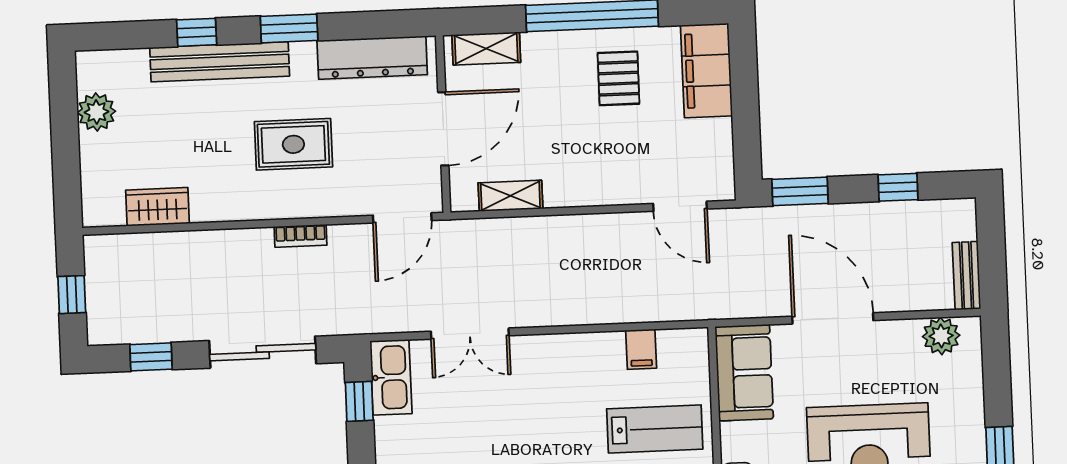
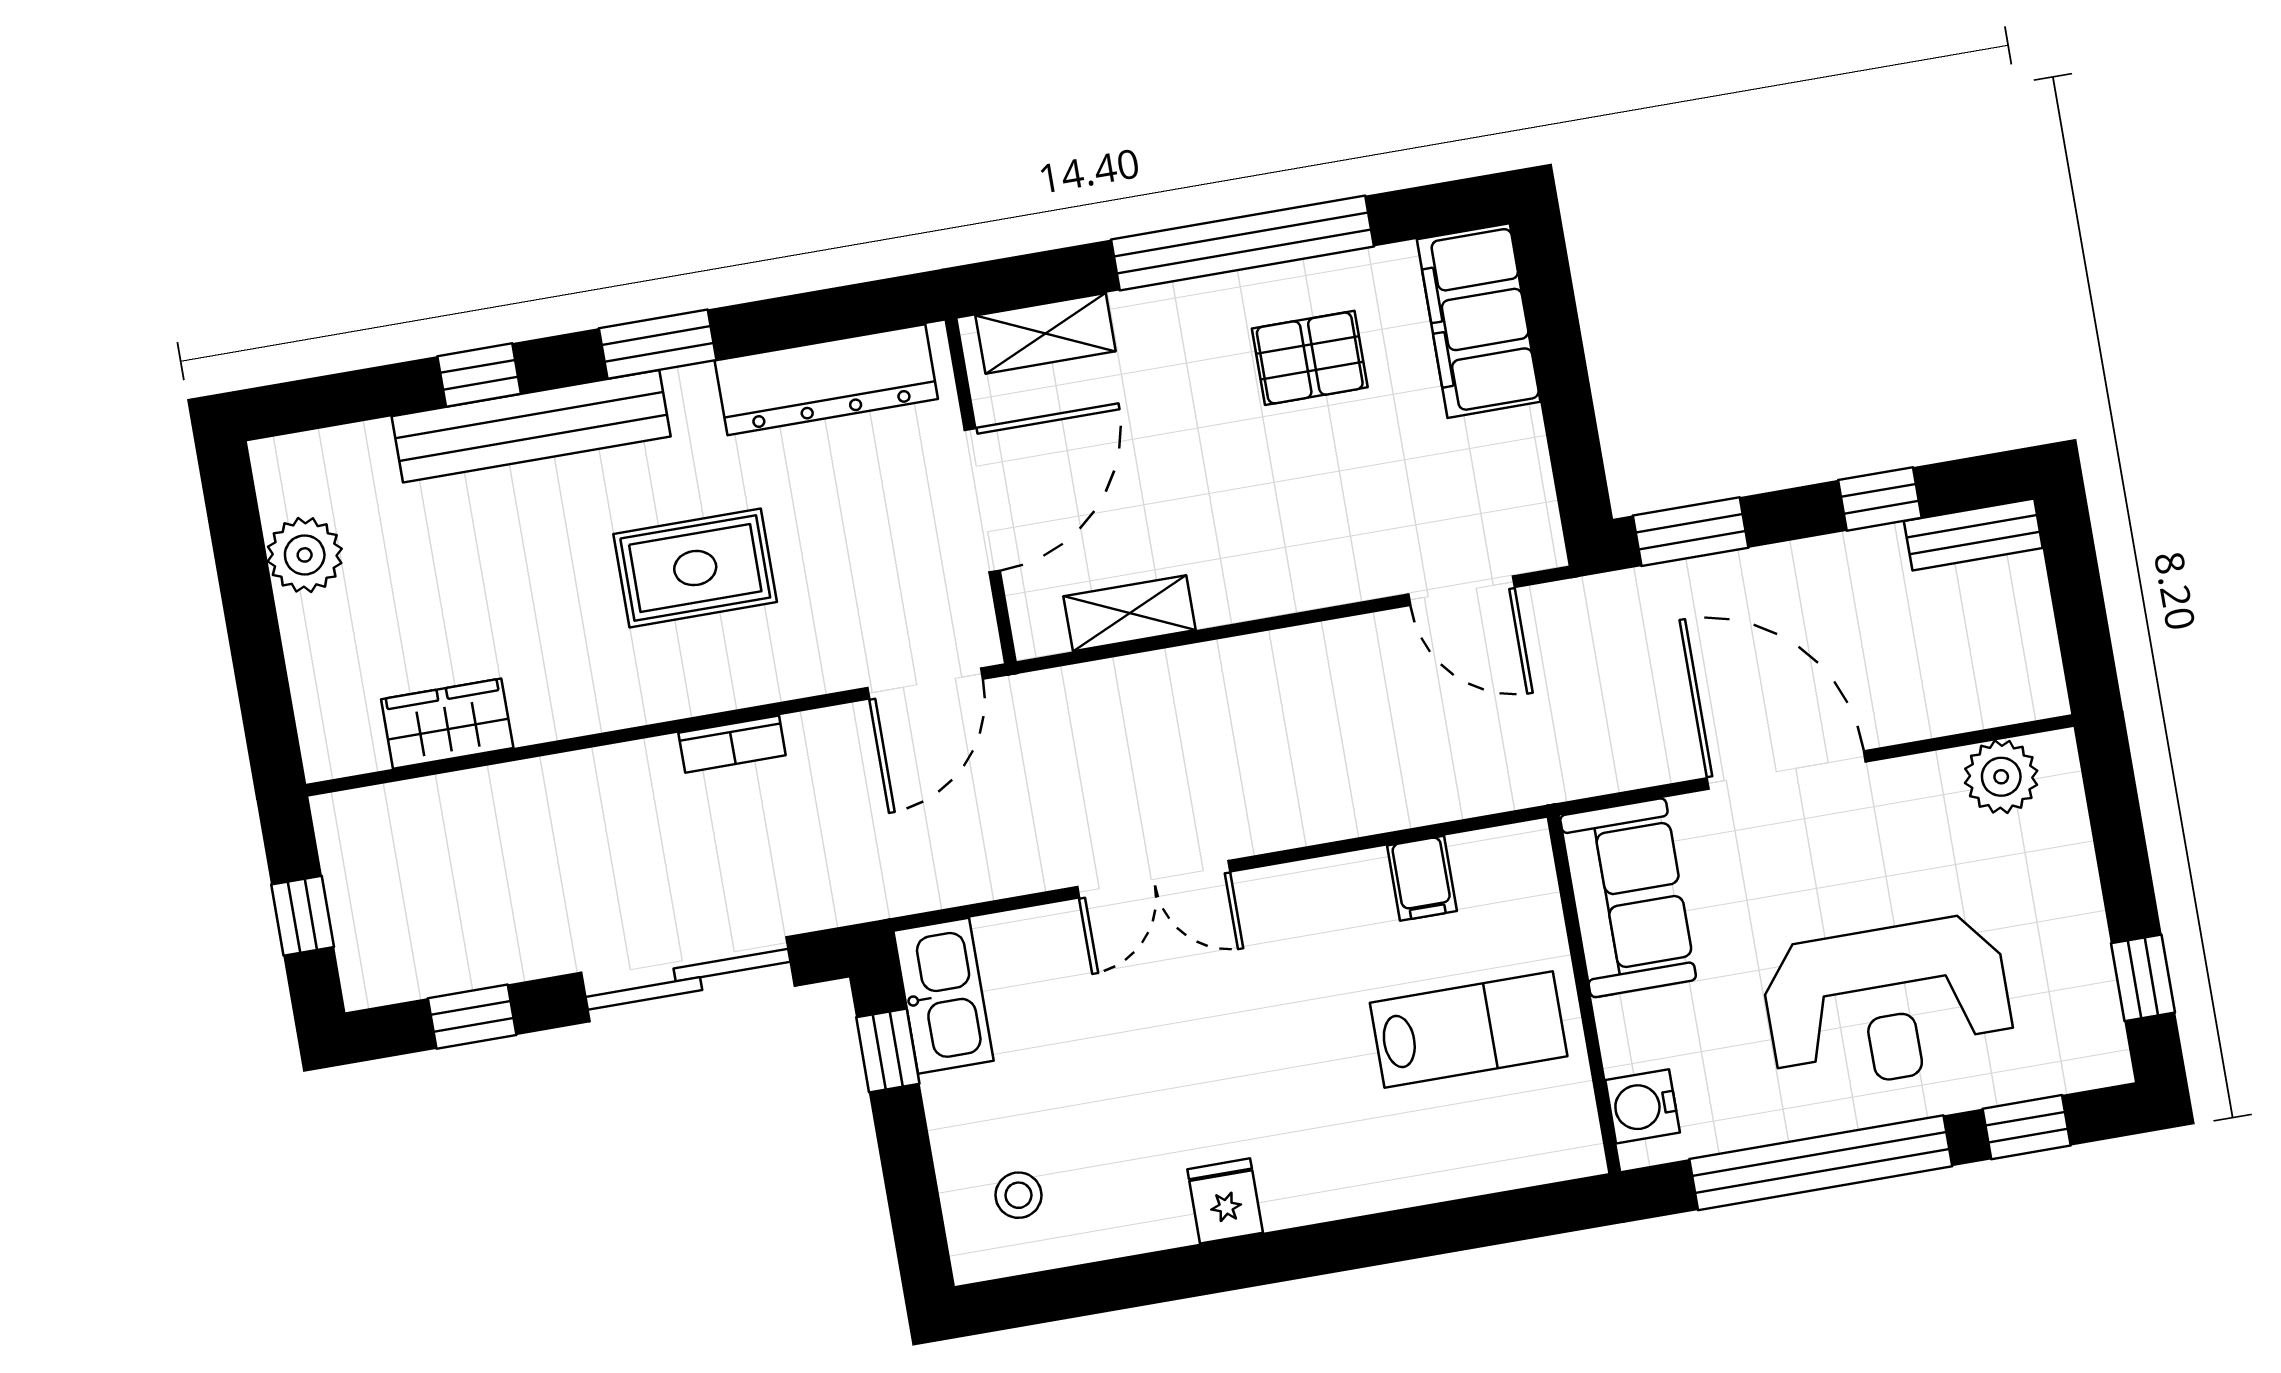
pallet: (619, 78) -> (1310, 358), turned 90
bench: (967, 276) -> (1973, 535), moved, turned 90
double door: (470, 334) -> (1154, 879), moved

